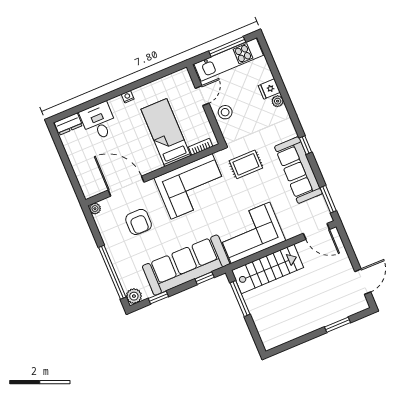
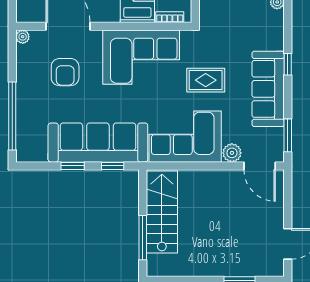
rug: (246, 164) -> (206, 80), moved
stairs: (268, 269) -> (162, 212), moved, turned -90
plant: (134, 296) -> (232, 153), moved
window: (158, 298) -> (73, 166), moved
window: (240, 299) -> (143, 238), moved

